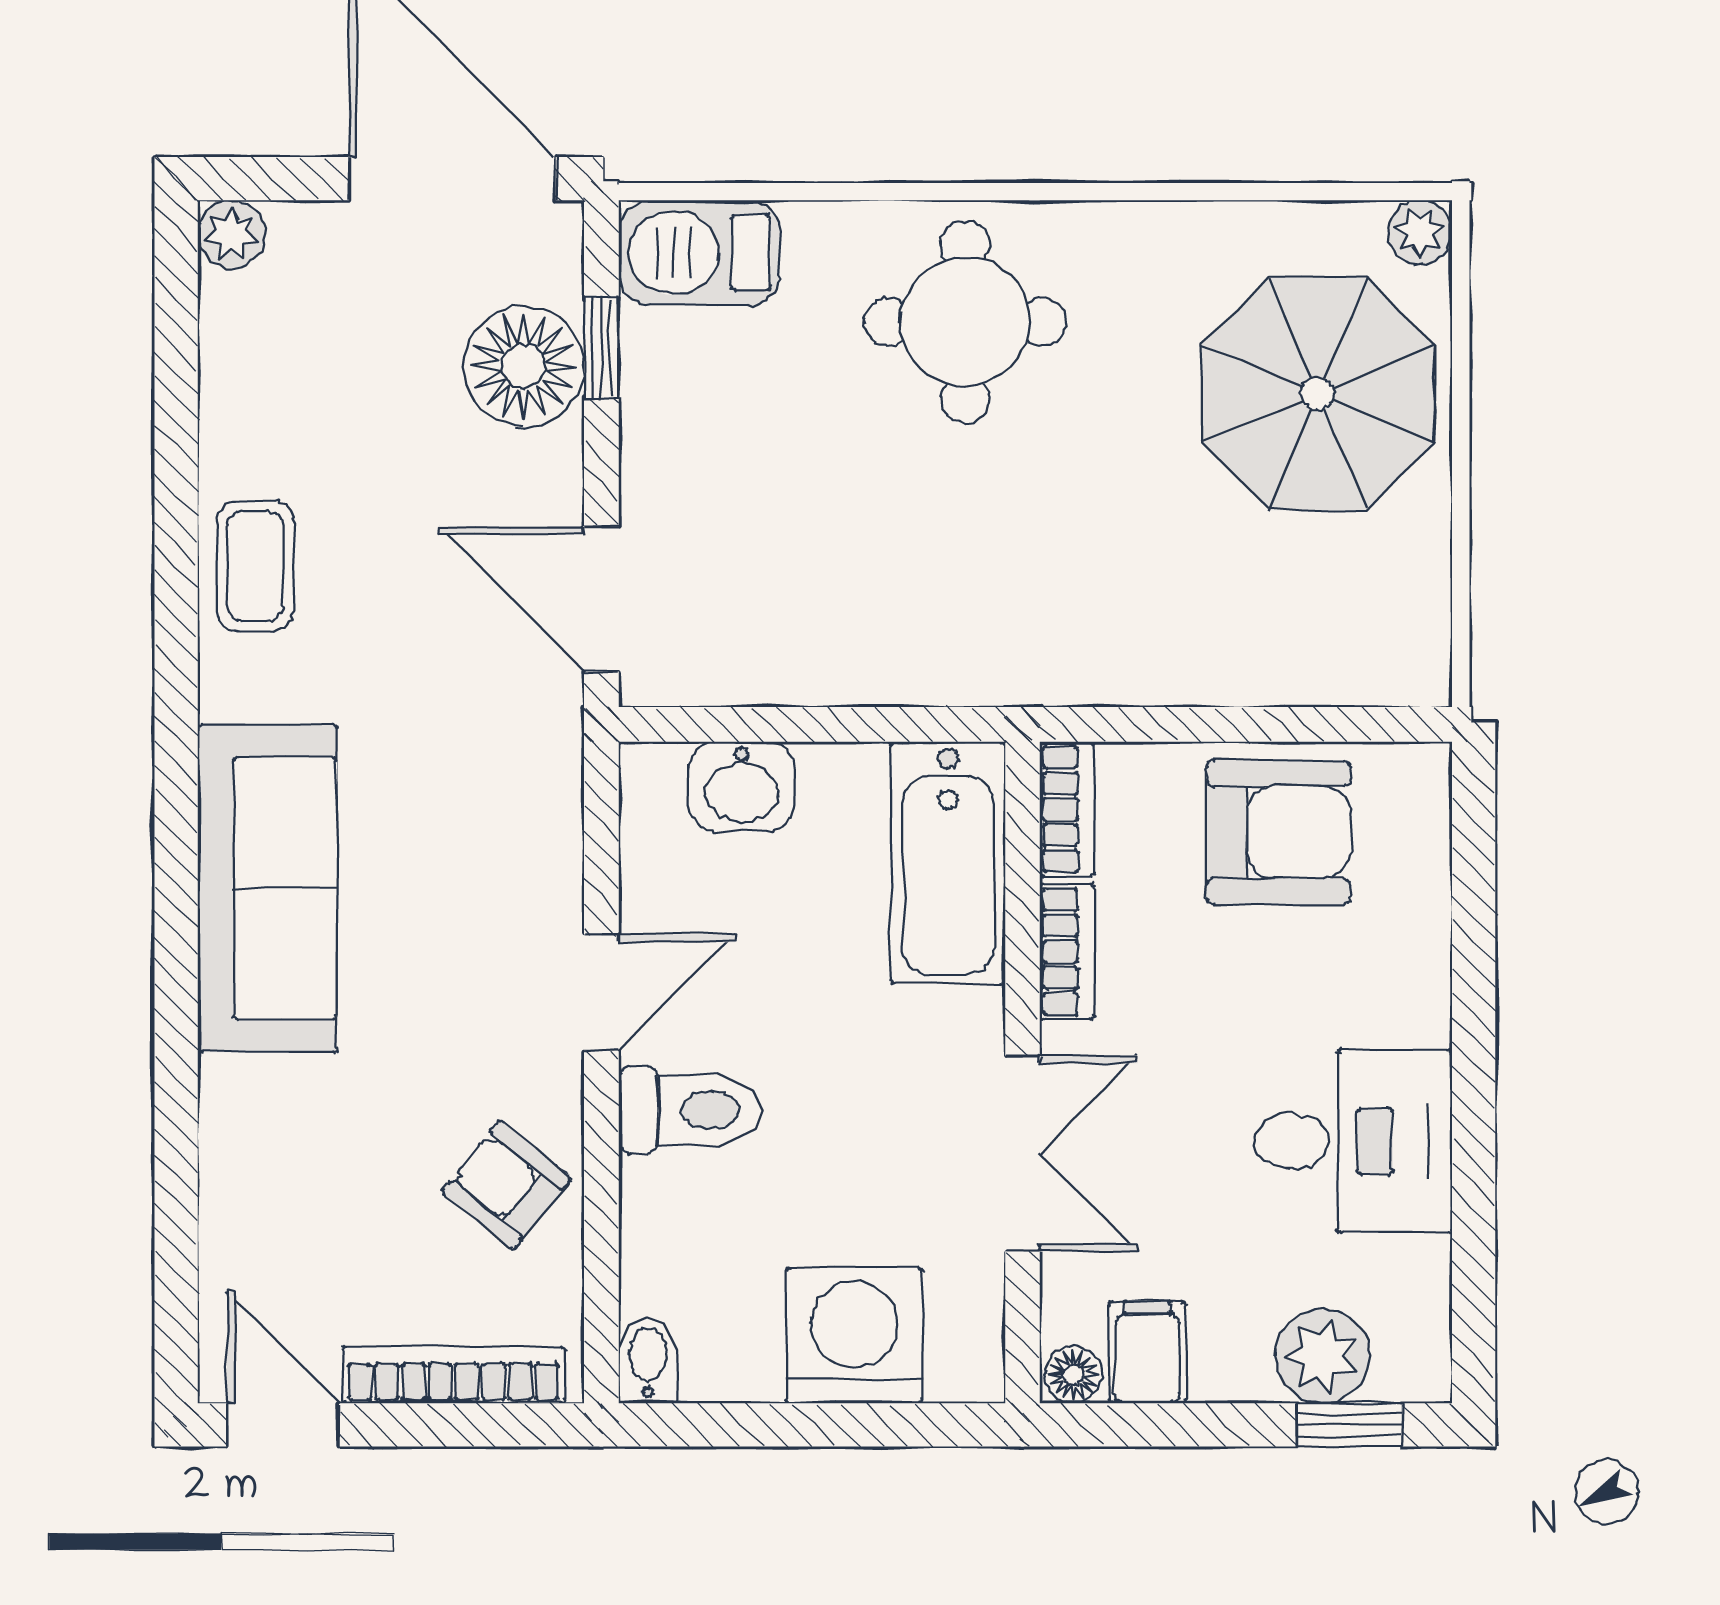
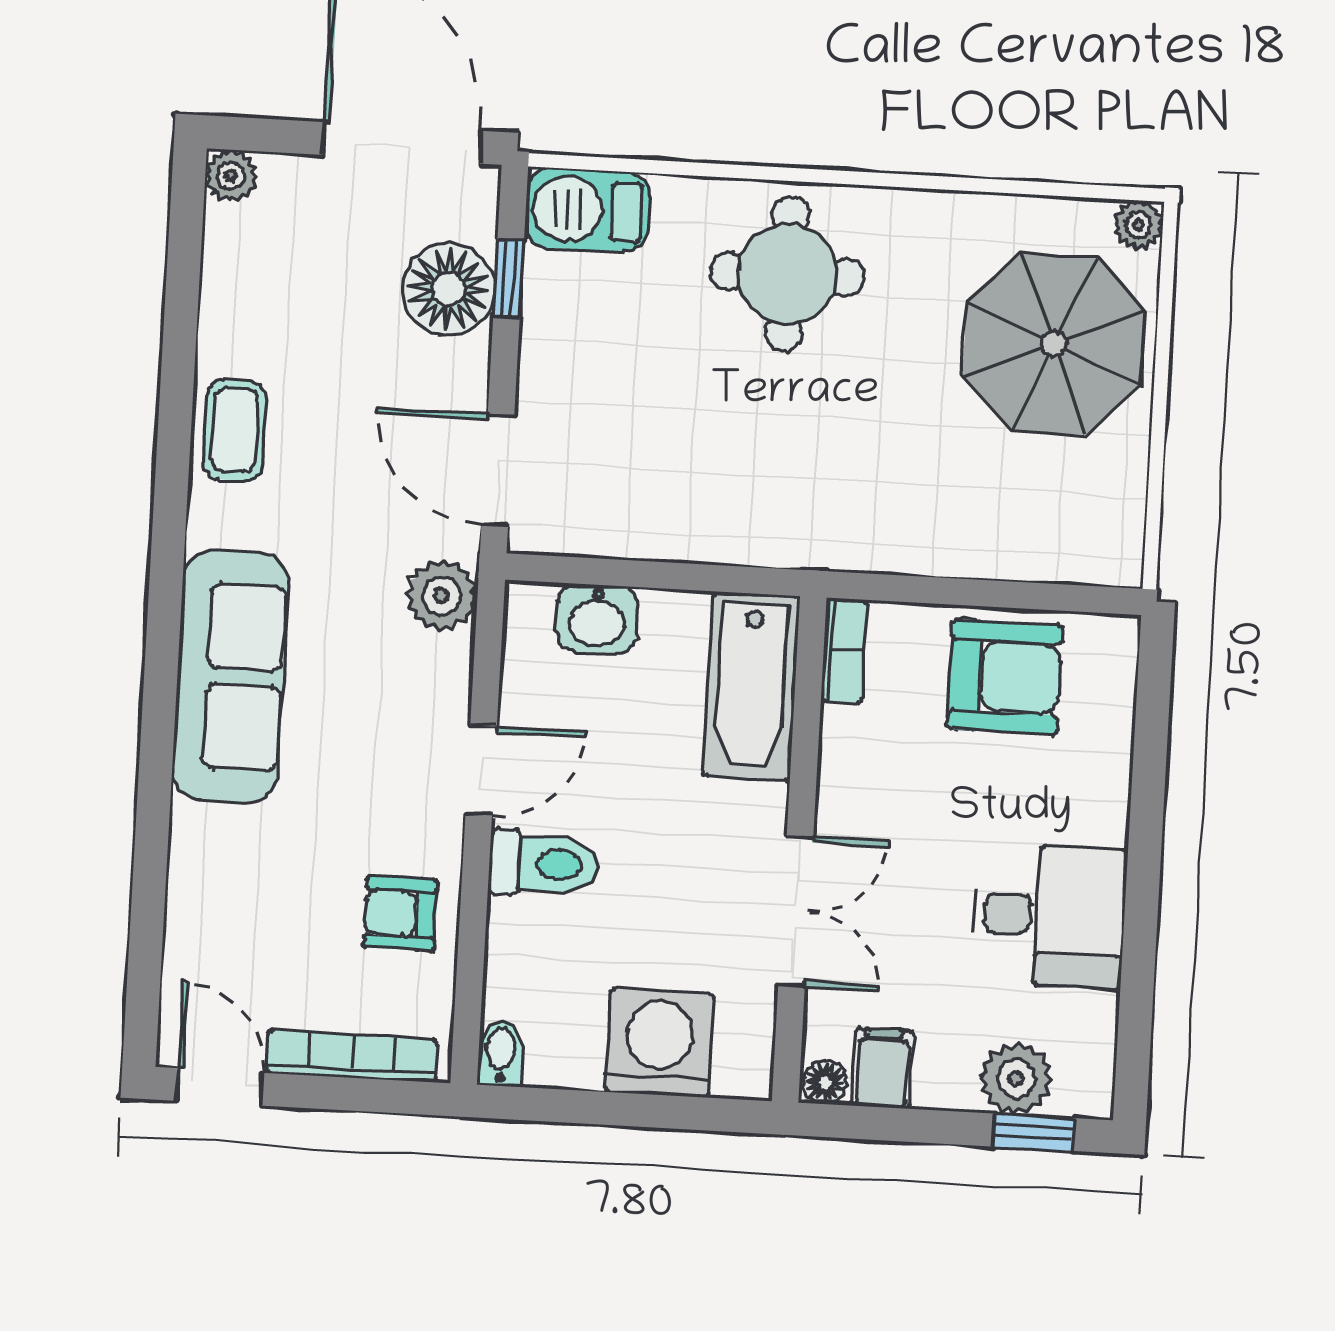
plant: (537, 767) -> (442, 596), added
bookcase: (1067, 952) -> (838, 759), removed
armchair: (506, 1185) -> (400, 914), turned -39

